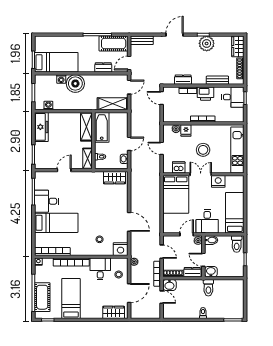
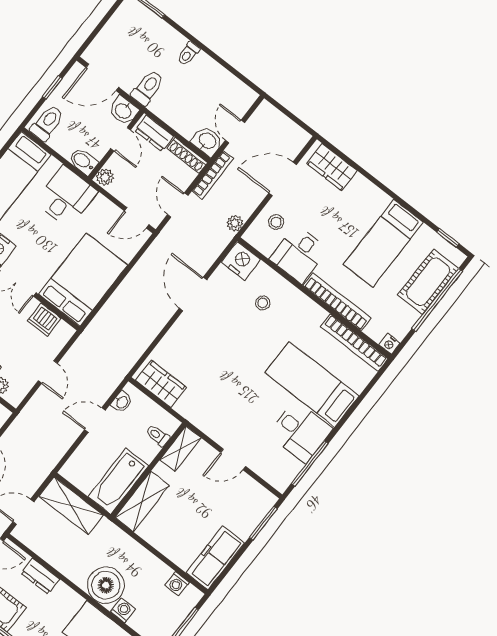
door: (187, 234) -> (137, 218), moved
door: (229, 278) -> (102, 77), added

